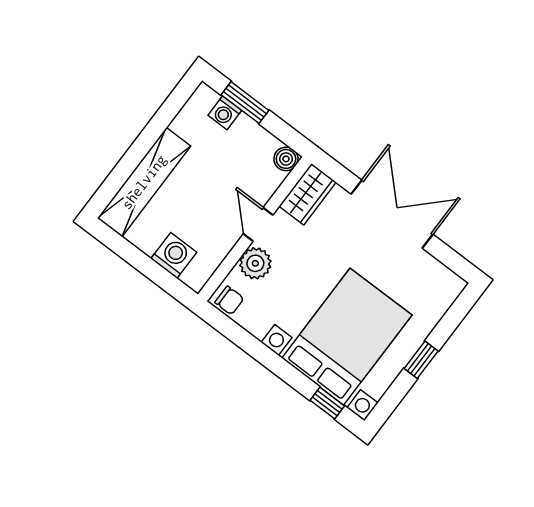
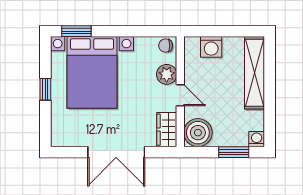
washing machine: (225, 113) -> (257, 139), moved
boiler: (286, 159) -> (198, 133), width x1.86, depth x1.86
window: (327, 403) -> (76, 31), width x1.50

